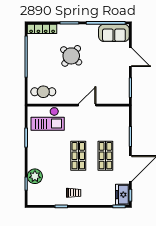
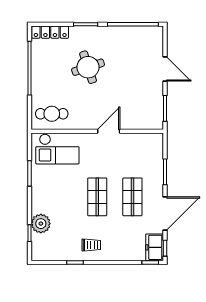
sofa: (114, 33) -> (144, 37), removed
round table: (71, 56) -> (88, 67), turned 32

